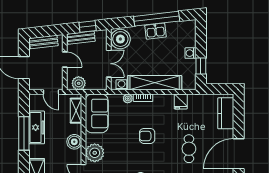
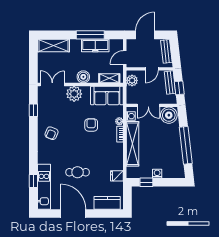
kitchen sink: (156, 31) -> (175, 144), removed
fridge: (181, 101) -> (117, 176), moved
armchair: (147, 136) -> (91, 125), moved

